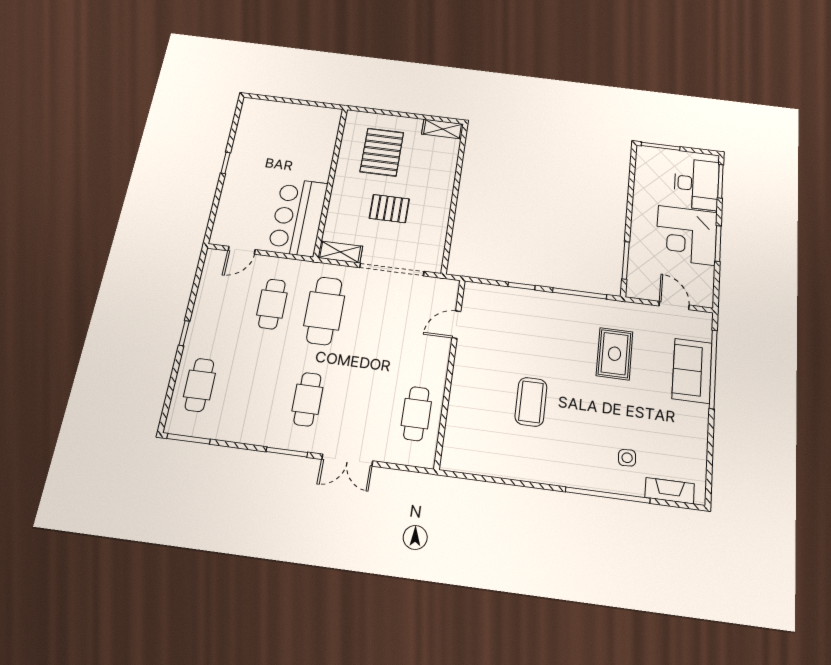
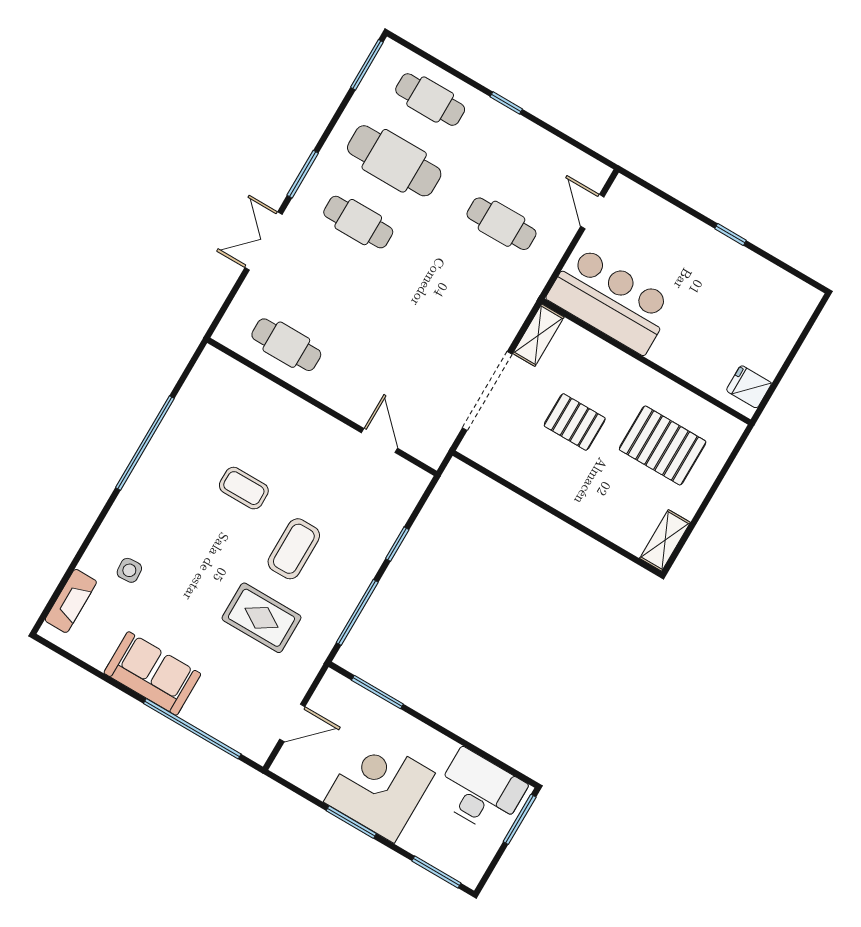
fridge: (322, 117) -> (749, 387), added
desk: (696, 184) -> (480, 791), moved, turned 180
pallet: (389, 209) -> (575, 422), turned 90
cafe table: (324, 311) -> (394, 161), moved
coffee table: (557, 351) -> (294, 549), added
sofa: (692, 371) -> (152, 673), moved
coffee table: (531, 402) -> (244, 488), width x0.73, depth x0.77
window: (608, 495) -> (145, 443), moved

